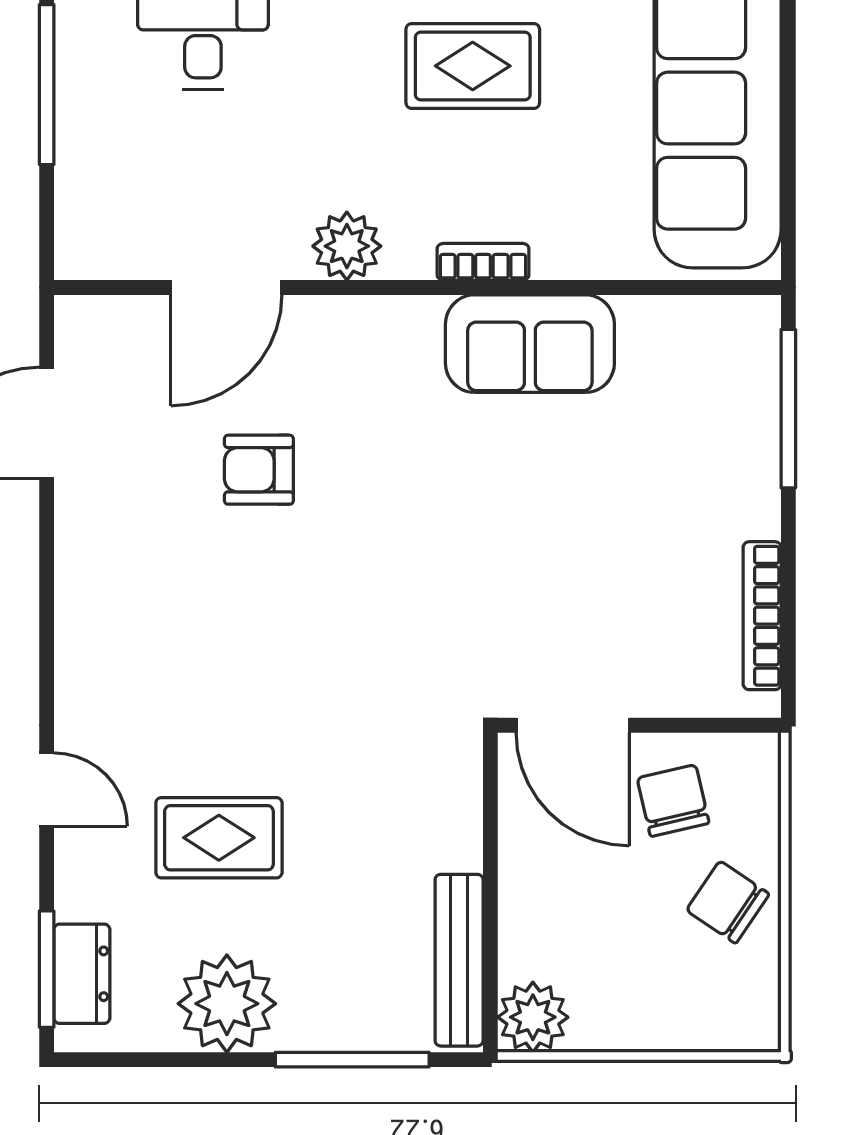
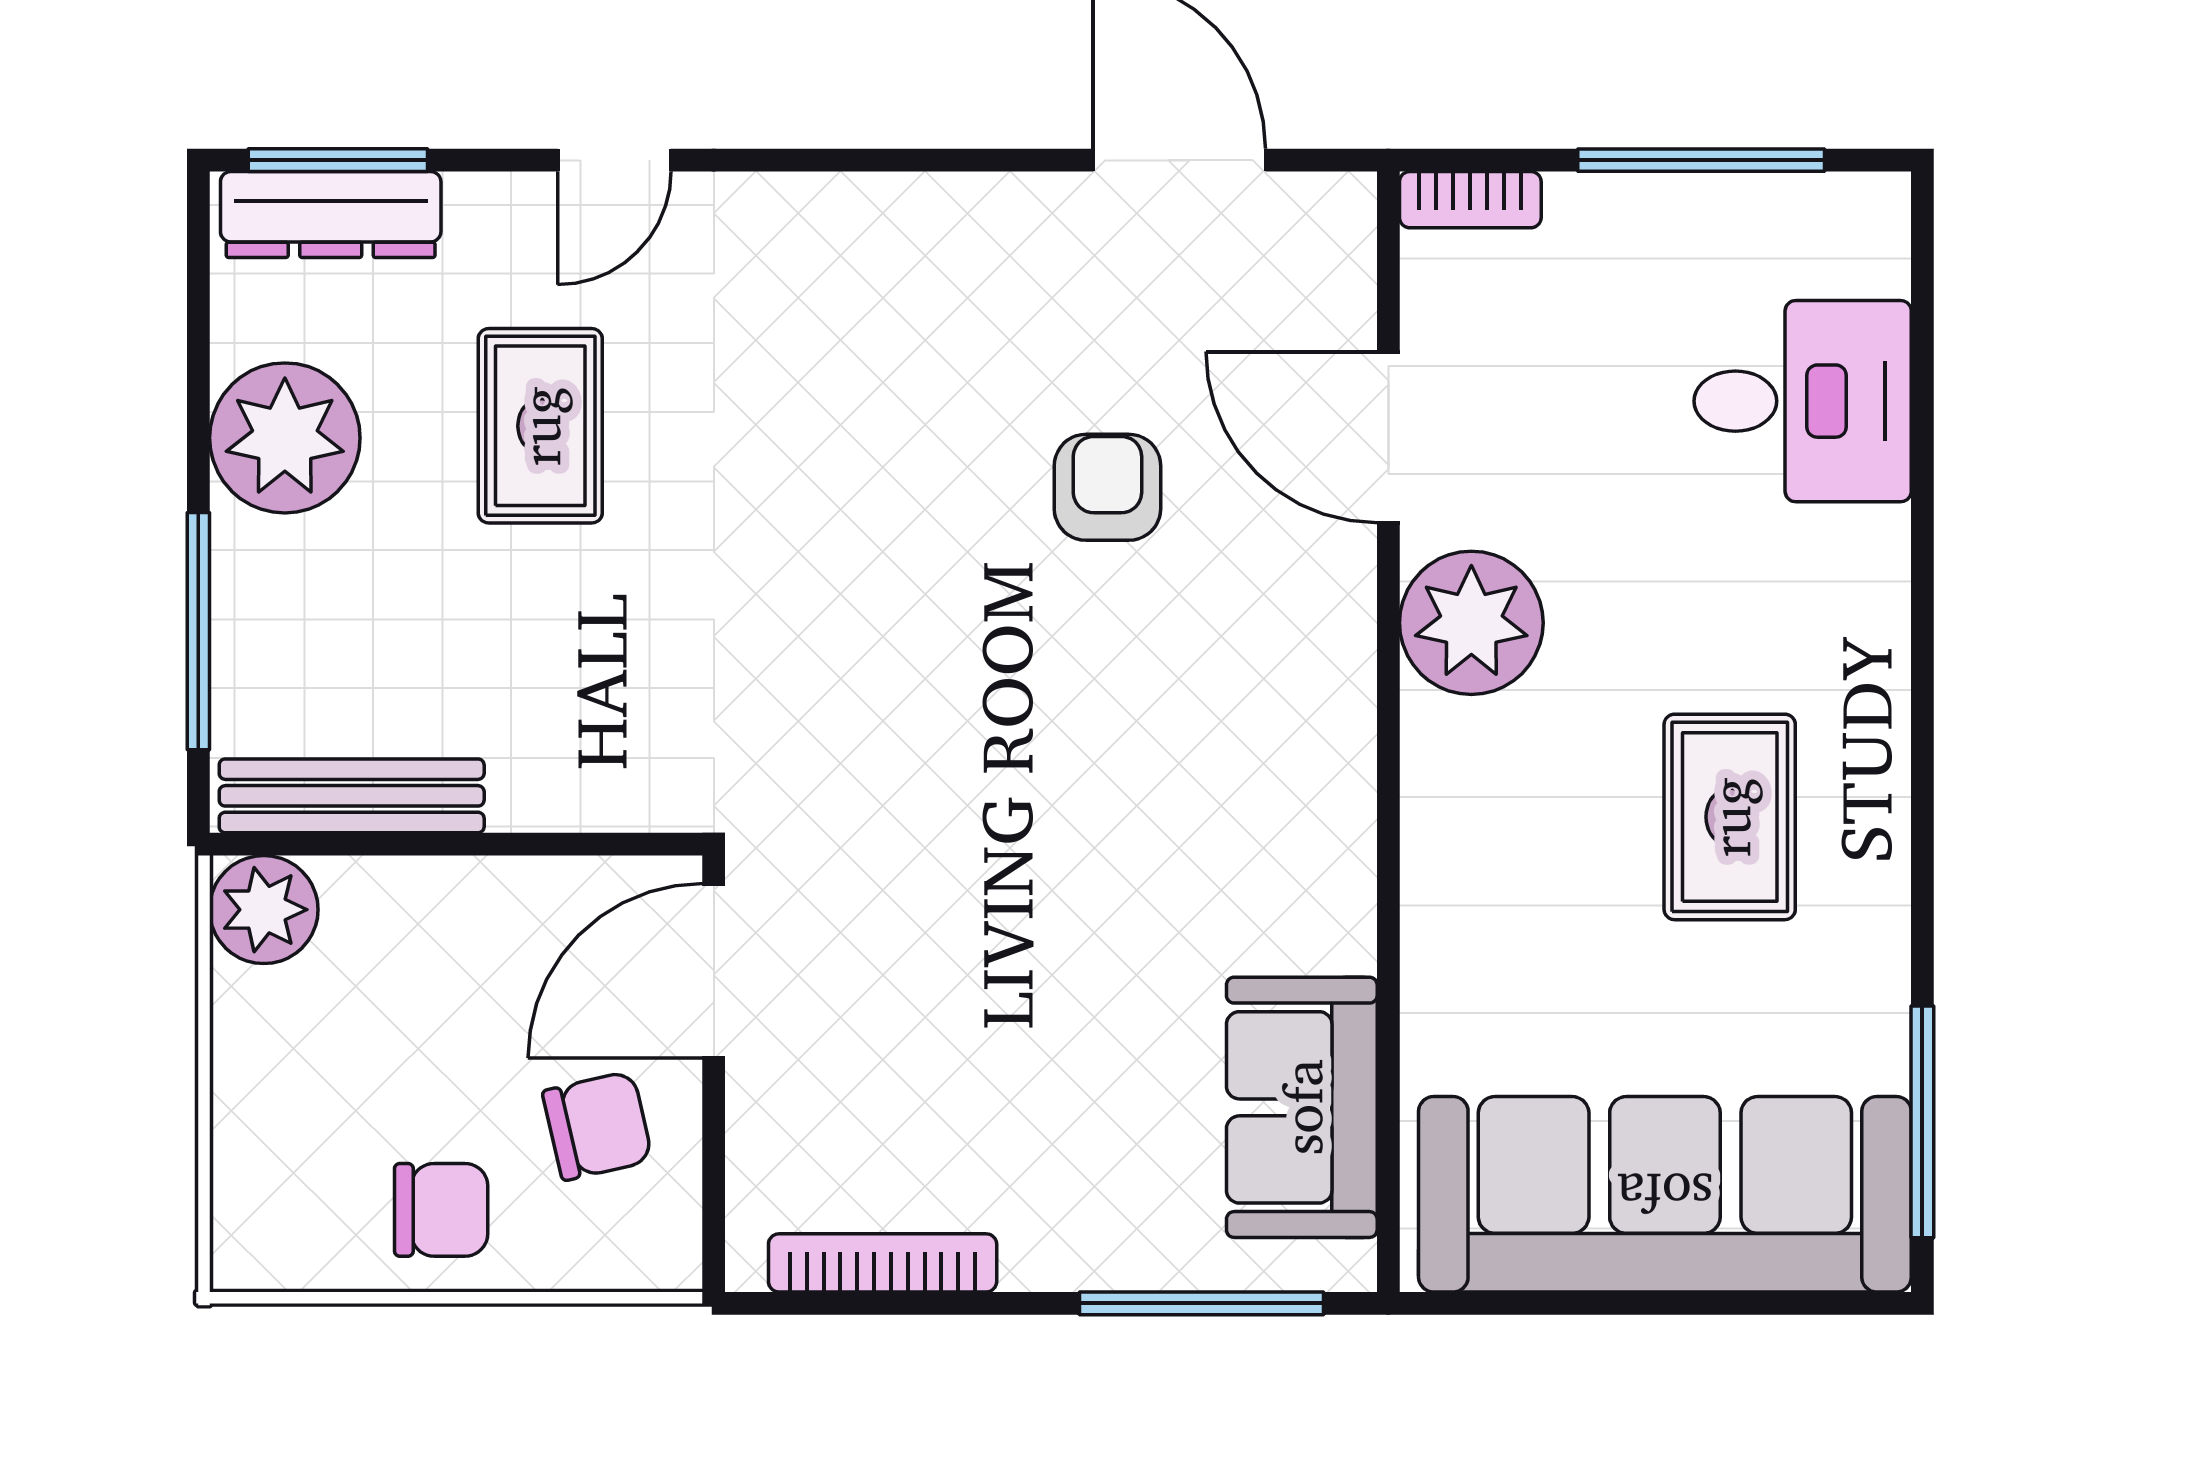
plant: (347, 246) -> (1471, 623), width x1.36, depth x1.36
bookcase: (483, 262) -> (1470, 200), moved, turned 90
sofa: (530, 344) -> (1302, 1107), moved
chair: (728, 902) -> (441, 1210), turned 56
dresser: (82, 974) -> (331, 214), width x1.44

